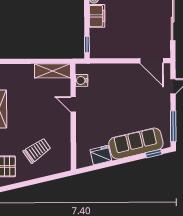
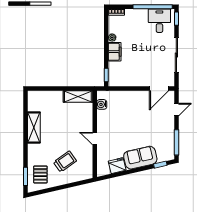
door: (152, 61) -> (159, 89), hinge flipped
door: (73, 104) -> (95, 139), moved
sofa: (136, 144) -> (140, 158), width x0.73

